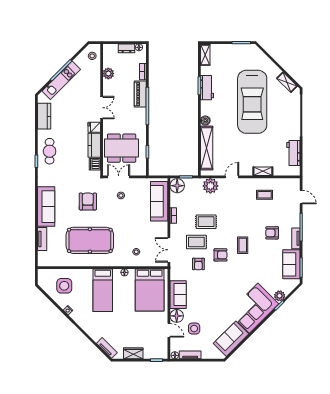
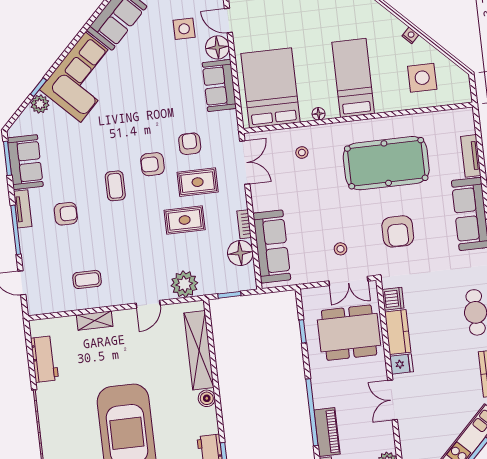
floor lamp: (177, 186) -> (240, 253), moved

